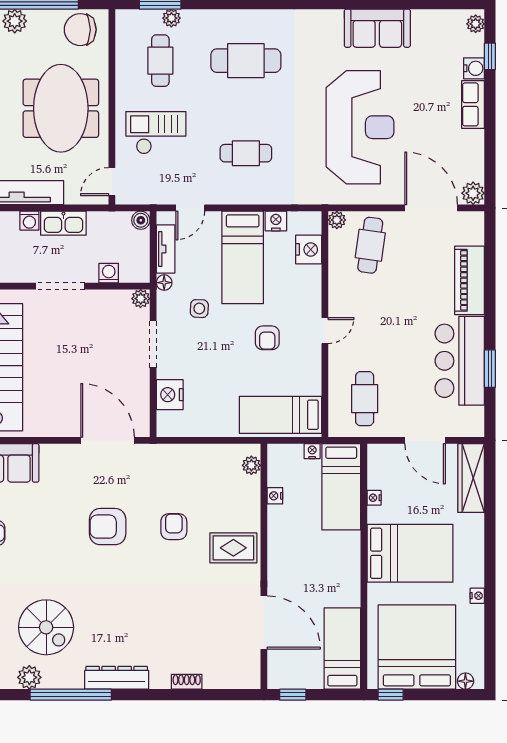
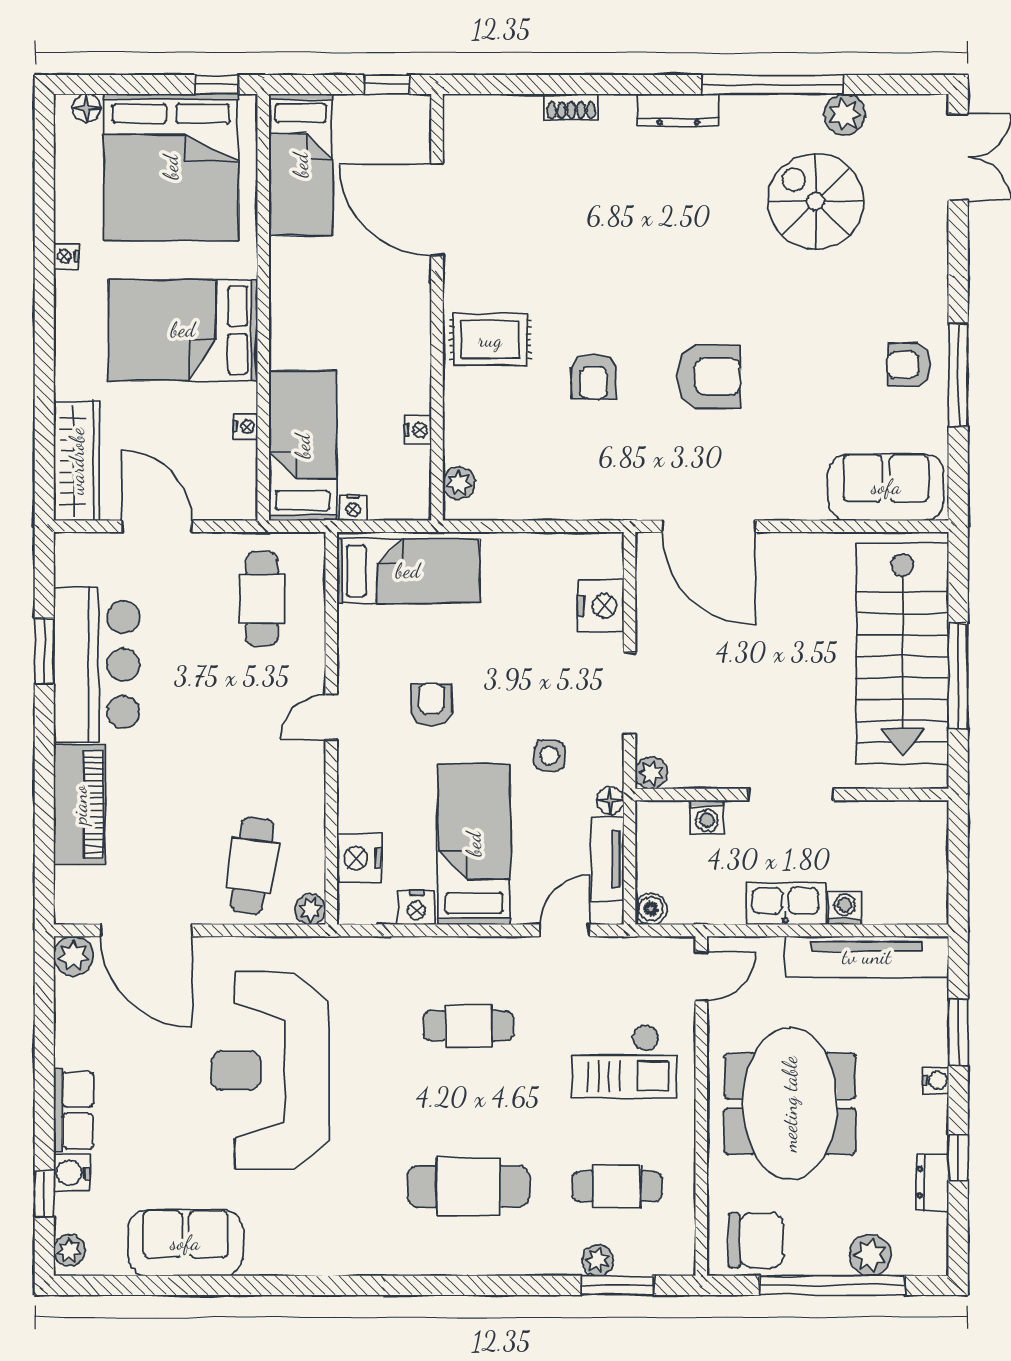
sofa: (377, 28) -> (185, 1243), moved
cafe table: (160, 61) -> (617, 1186), turned 90
dresser: (117, 678) -> (678, 110), width x0.73, depth x0.80

